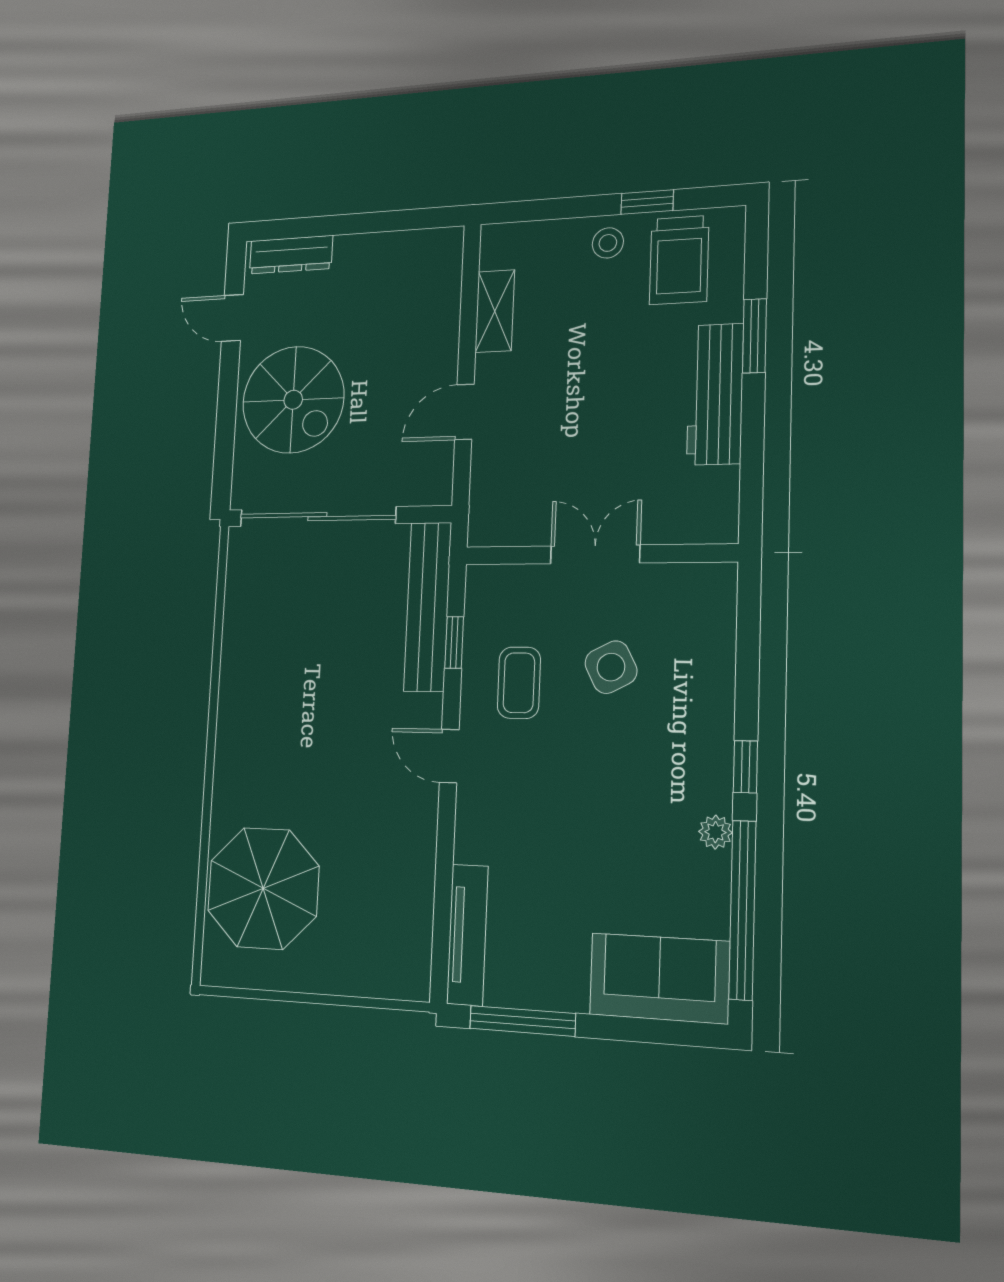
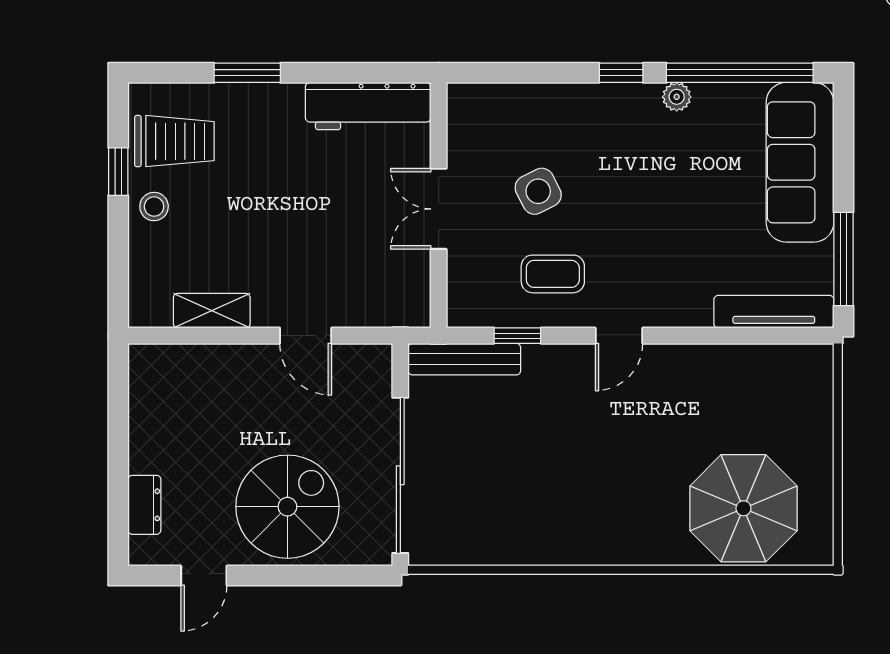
dresser: (291, 255) -> (144, 505), width x0.70
workbench: (715, 394) -> (368, 106), moved
bench: (428, 607) -> (464, 359), width x0.73, depth x0.82
sofa: (659, 978) -> (800, 162), width x1.36

